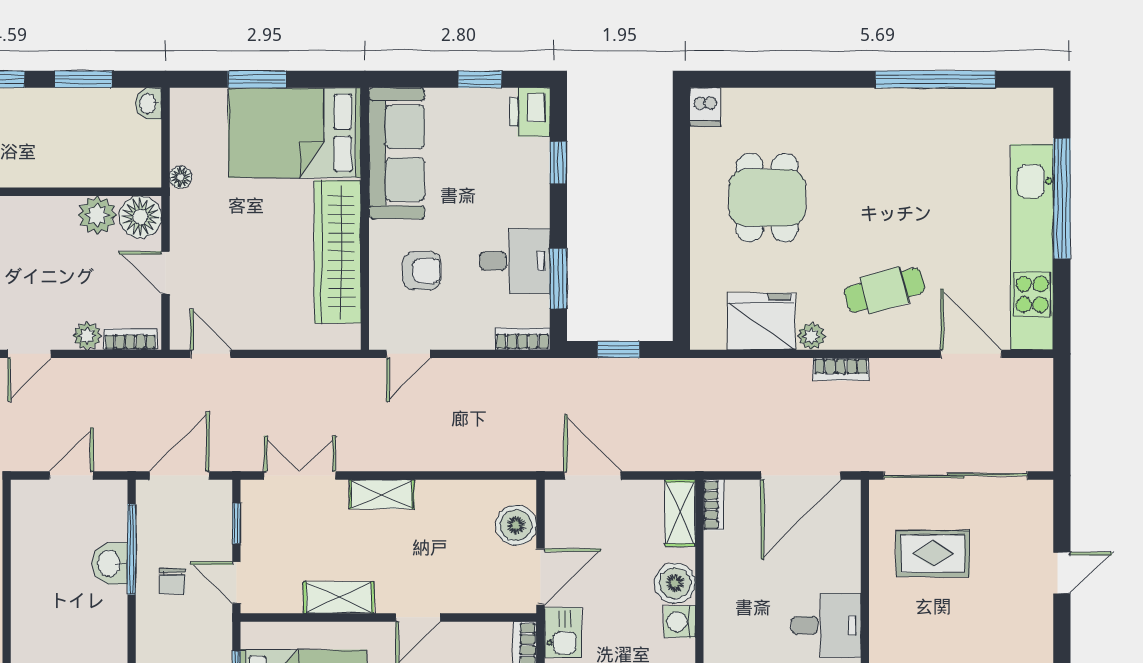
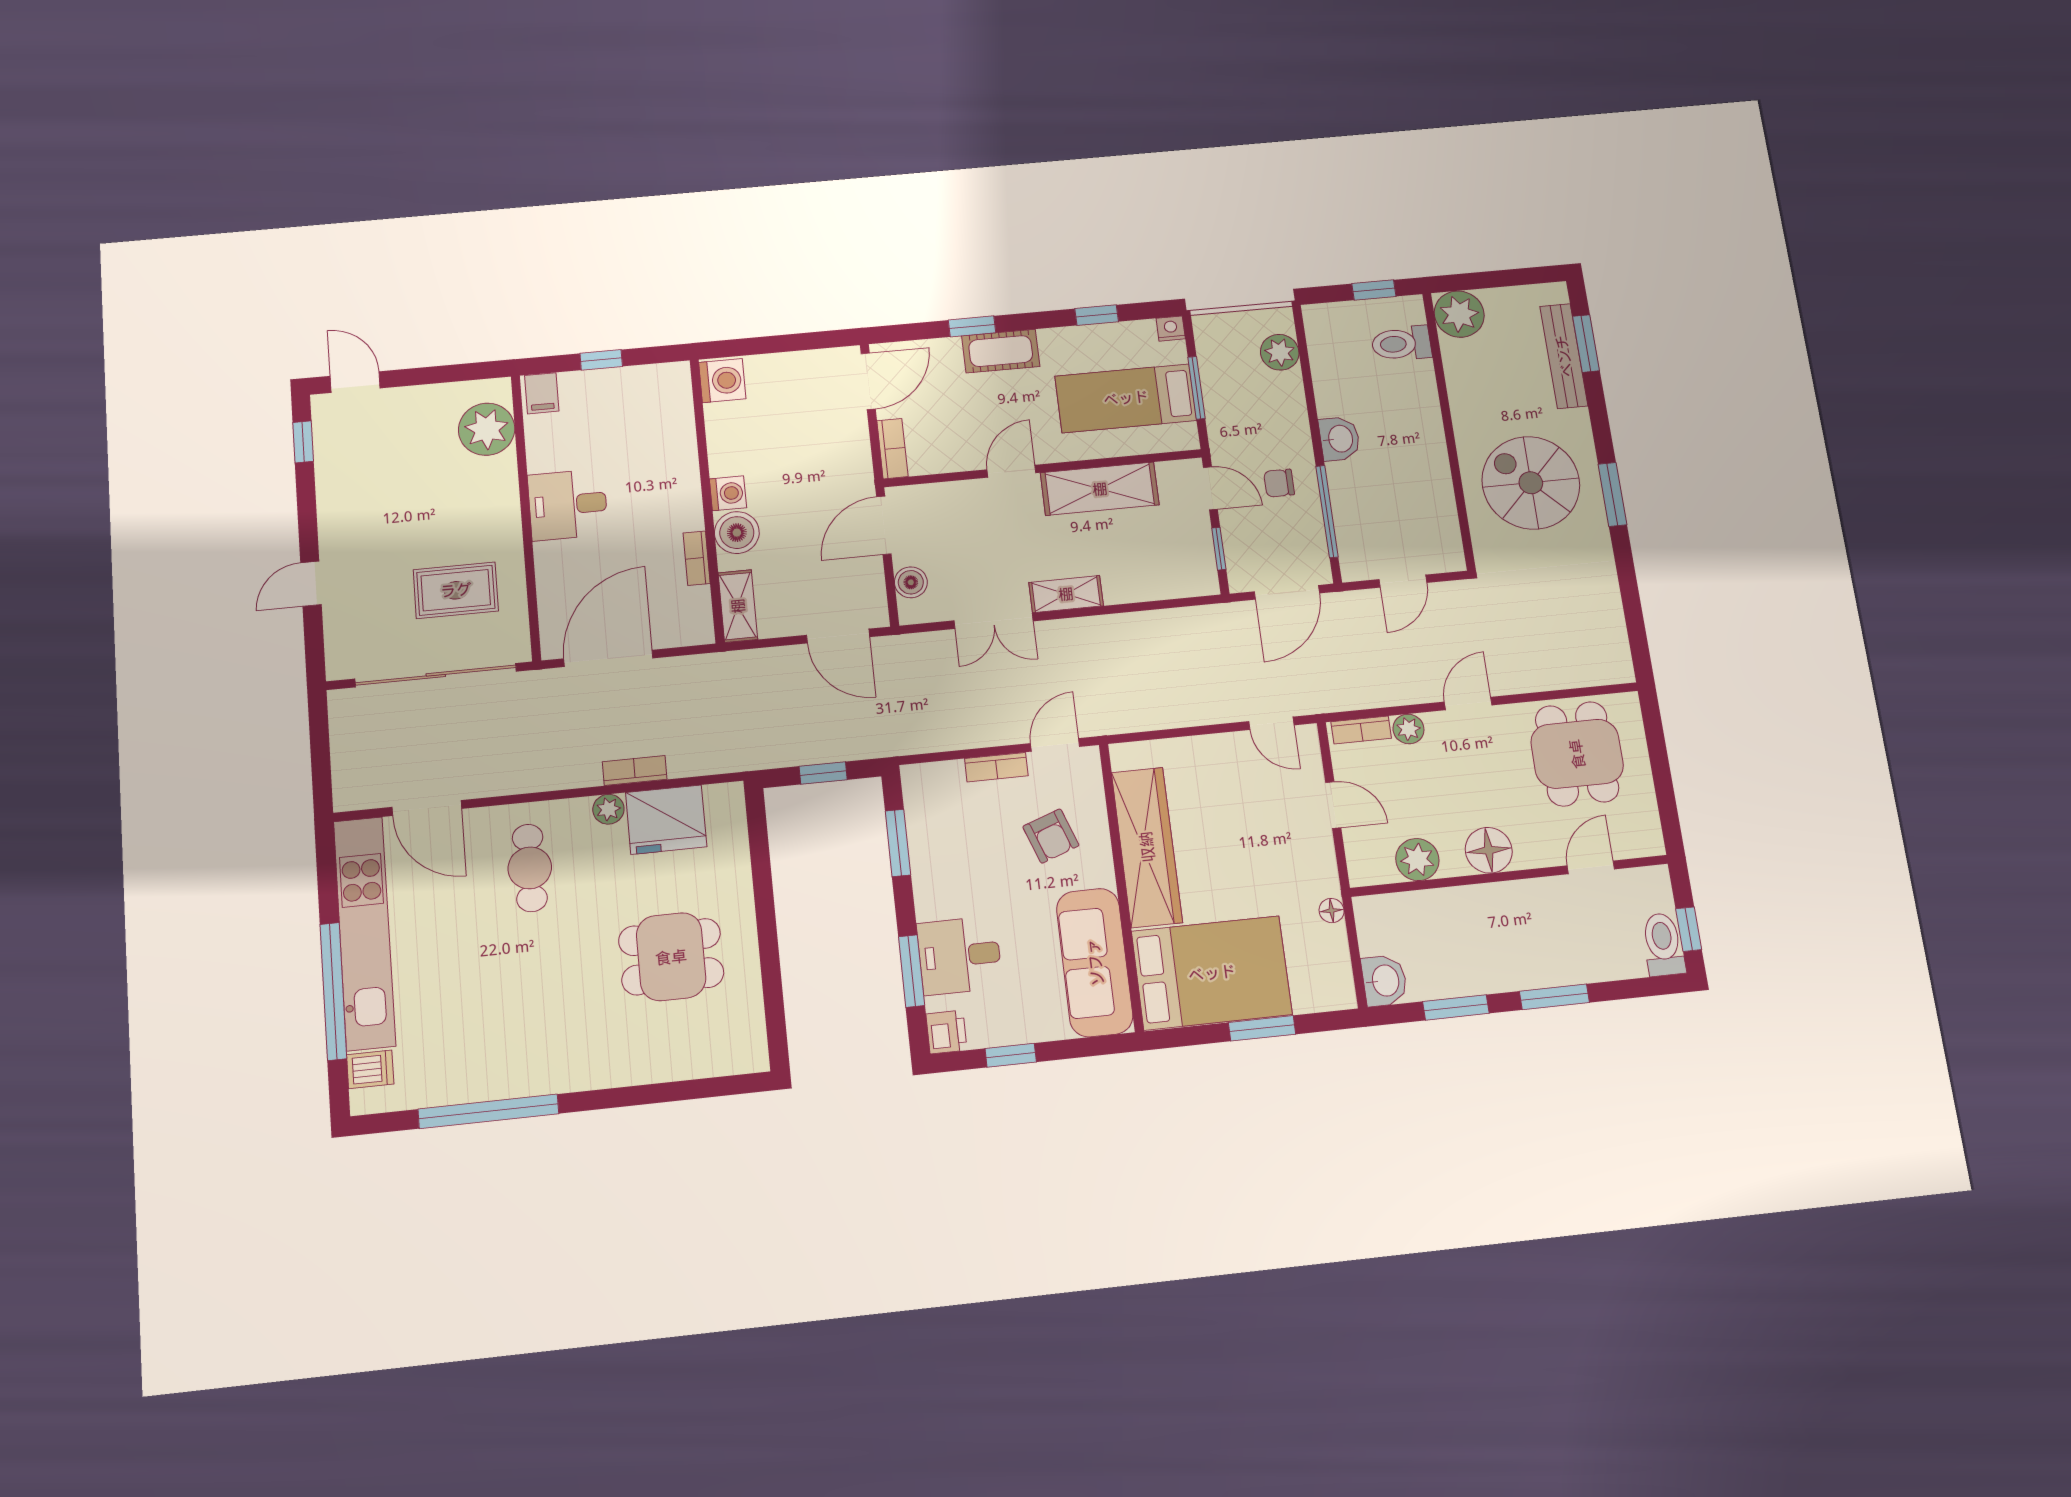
washbasin: (149, 104) -> (1384, 981), width x1.38, depth x1.45
dishwasher: (705, 107) -> (370, 1069), moved, turned 90
printer: (530, 112) -> (946, 1032), width x0.73, depth x0.81
window: (558, 163) -> (912, 971), width x1.50
dining table: (767, 198) -> (671, 957), turned 90
floor lamp: (140, 217) -> (1489, 850), moved
desk: (515, 261) -> (960, 956), moved
armchair: (422, 271) -> (1051, 836), turned -110
cafe table: (885, 290) -> (530, 868), turned -74
bookcase: (522, 339) -> (996, 767), moved
bookcase: (841, 369) -> (635, 770), moved
double door: (300, 476) -> (994, 621), moved
bookcase: (714, 505) -> (697, 558), moved
boiler: (516, 525) -> (911, 582), width x0.73, depth x0.73
washbasin: (110, 564) -> (1340, 439), moved
chair: (172, 581) -> (1279, 483), turned -90
shelving: (339, 598) -> (1100, 489), width x1.50, depth x1.33
kitchen sink: (563, 633) -> (853, 470), removed

